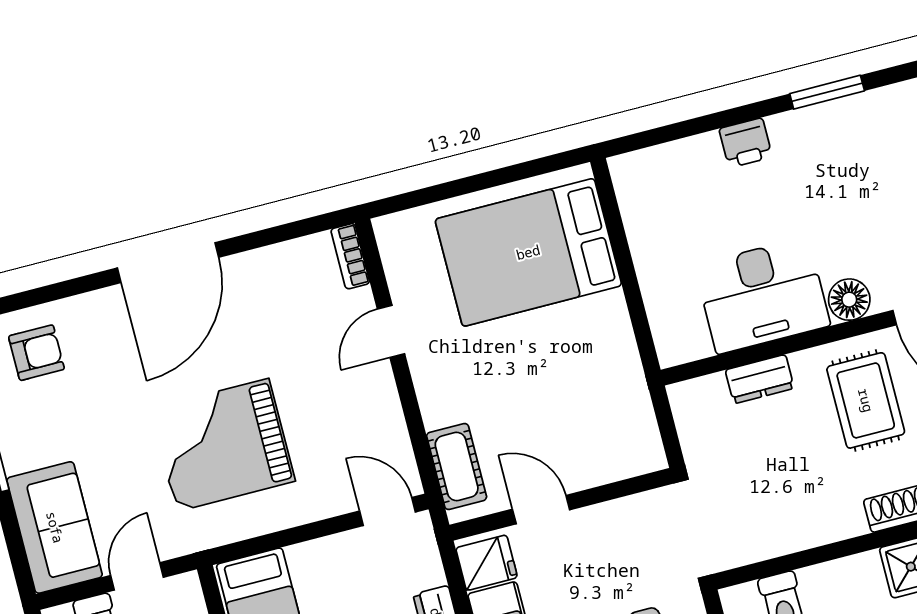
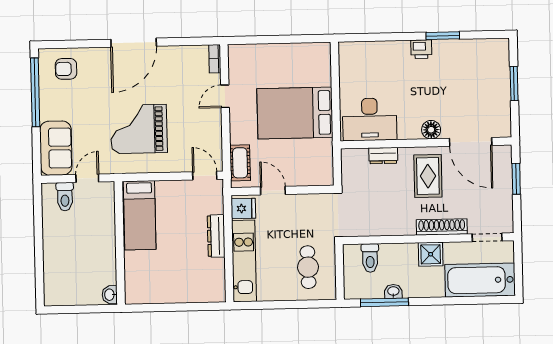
printer: (746, 143) -> (421, 49), moved
bed: (528, 252) -> (295, 113), moved
desk: (762, 295) -> (370, 119), moved
armchair: (36, 353) -> (66, 69), turned 180

